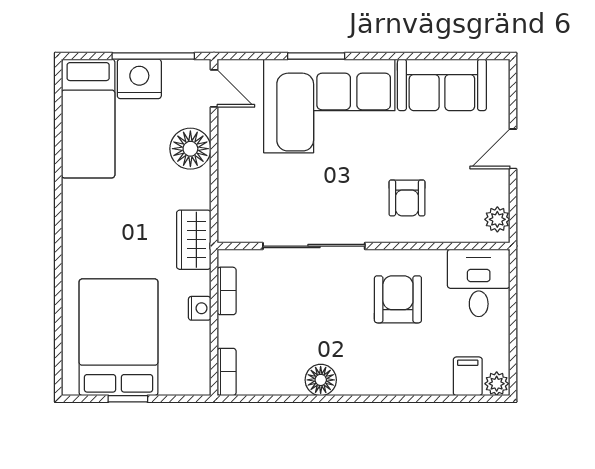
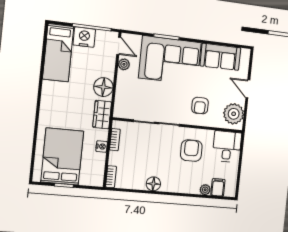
plant: (230, 127) -> (124, 64), added
floor lamp: (190, 149) -> (103, 87), moved
door: (513, 149) -> (248, 89), hinge flipped
plant: (497, 219) -> (234, 114), width x1.88, depth x1.88
plant: (497, 384) -> (205, 190), moved

